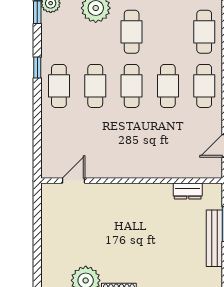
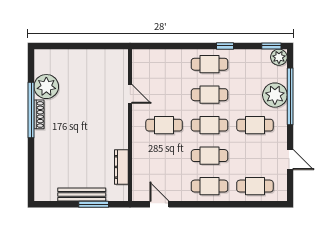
cafe table: (132, 140) -> (164, 125), added
door: (74, 181) -> (130, 94), moved
dresser: (188, 191) -> (121, 167), width x1.44

